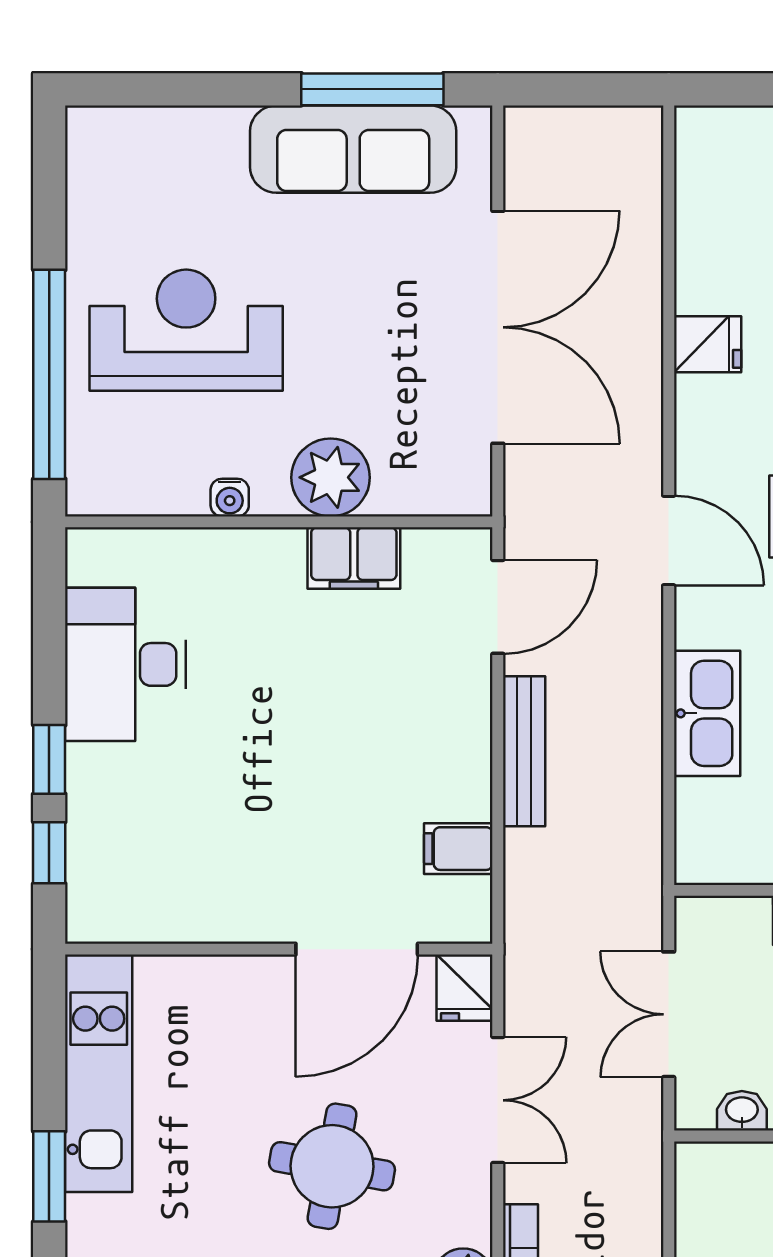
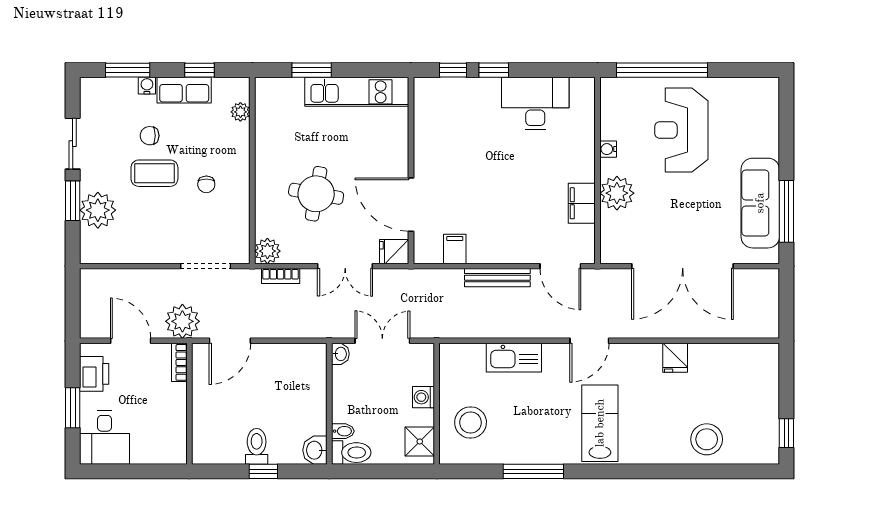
reception desk: (186, 330) -> (681, 130), turned 180
washbasin: (742, 1111) -> (340, 354), moved

